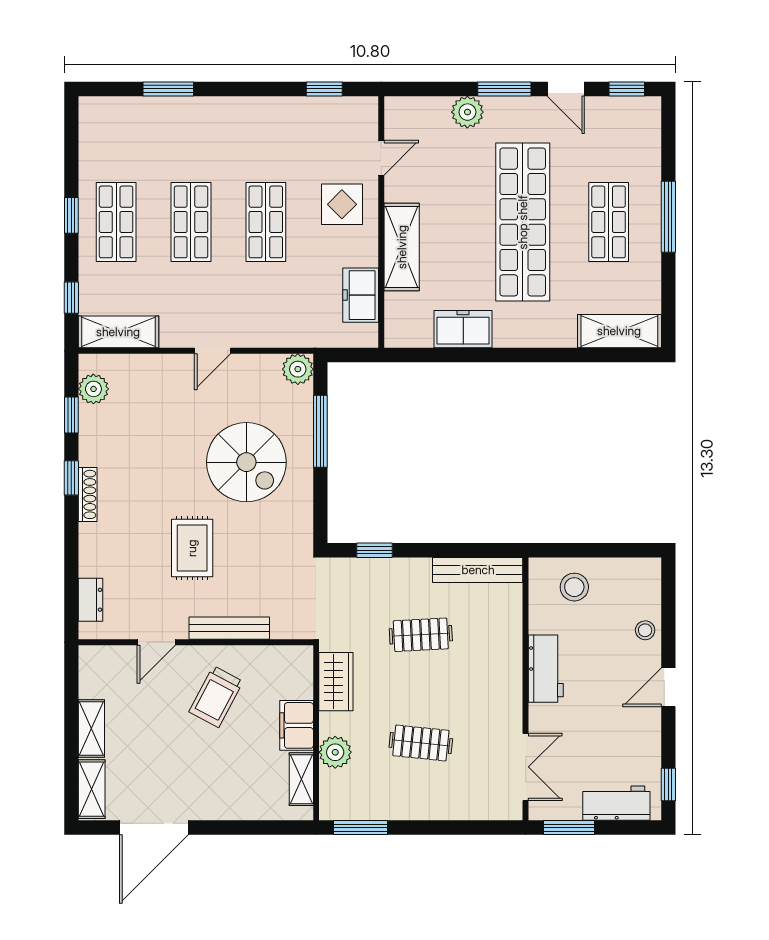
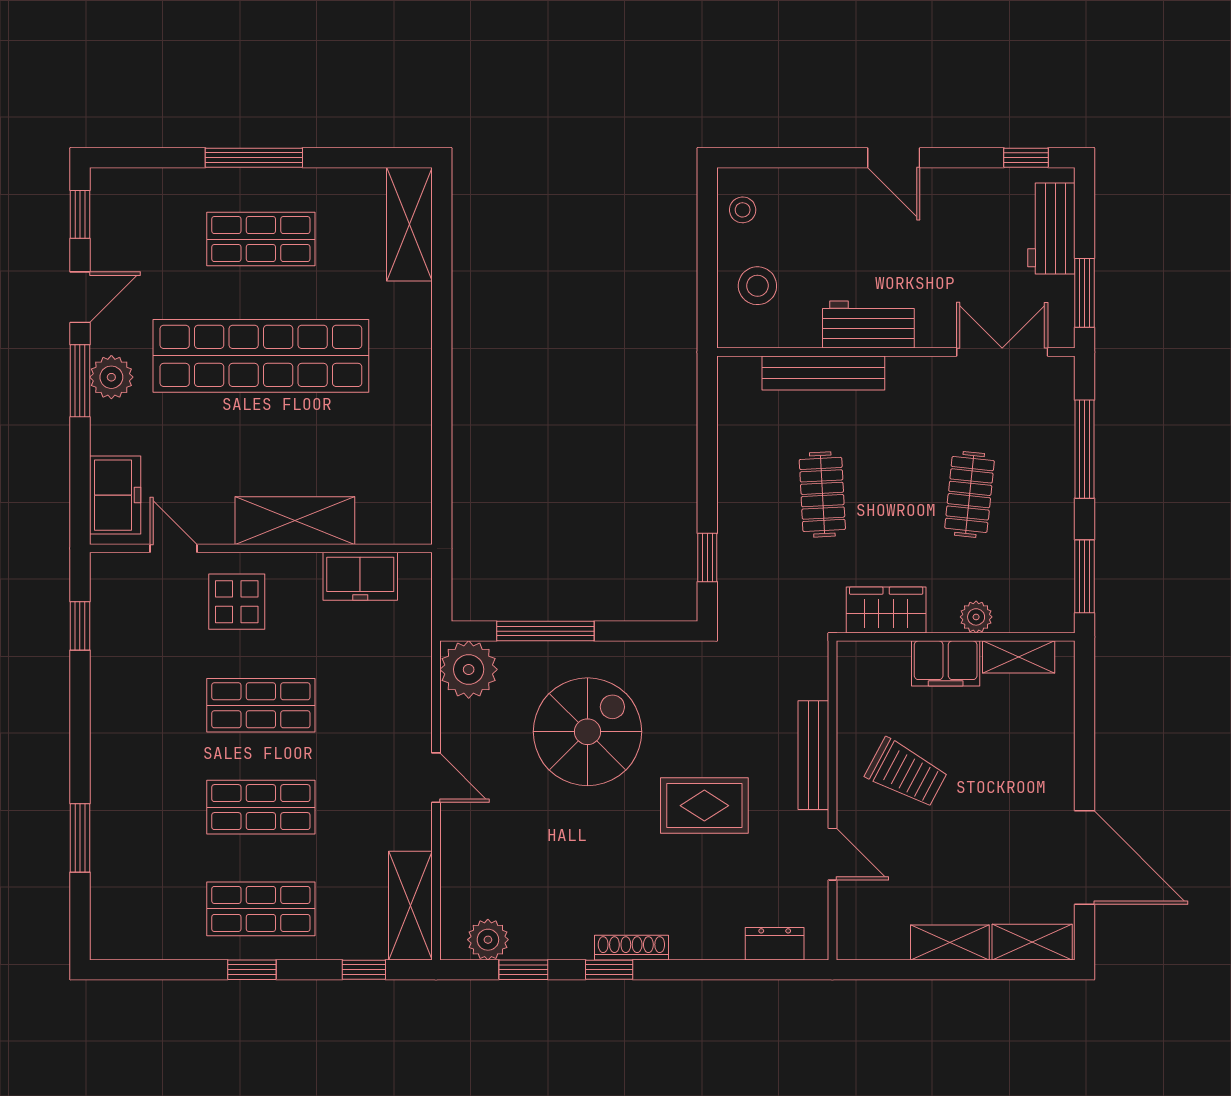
plant: (467, 112) -> (111, 377), moved
freezer: (463, 329) -> (115, 495), moved, turned 180
plant: (298, 369) -> (469, 669), width x1.36, depth x1.36
bench: (478, 570) -> (823, 373), moved, turned 90
stool: (645, 630) -> (743, 210), moved
plant: (335, 752) -> (976, 617), width x0.73, depth x0.73
window: (454, 828) -> (1085, 449), added

